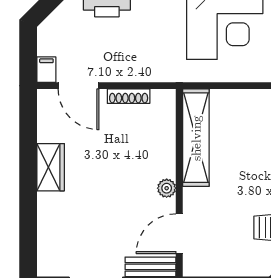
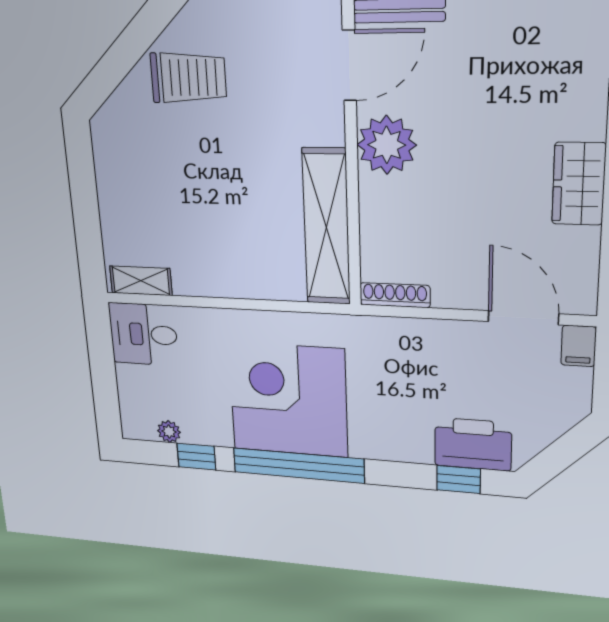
shoe rack: (129, 96) -> (395, 295), moved
plant: (167, 188) -> (387, 145), width x1.87, depth x1.87

